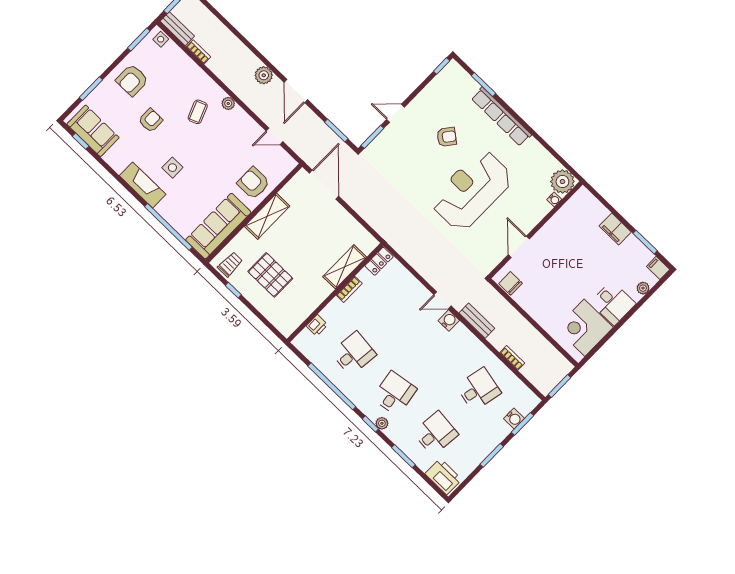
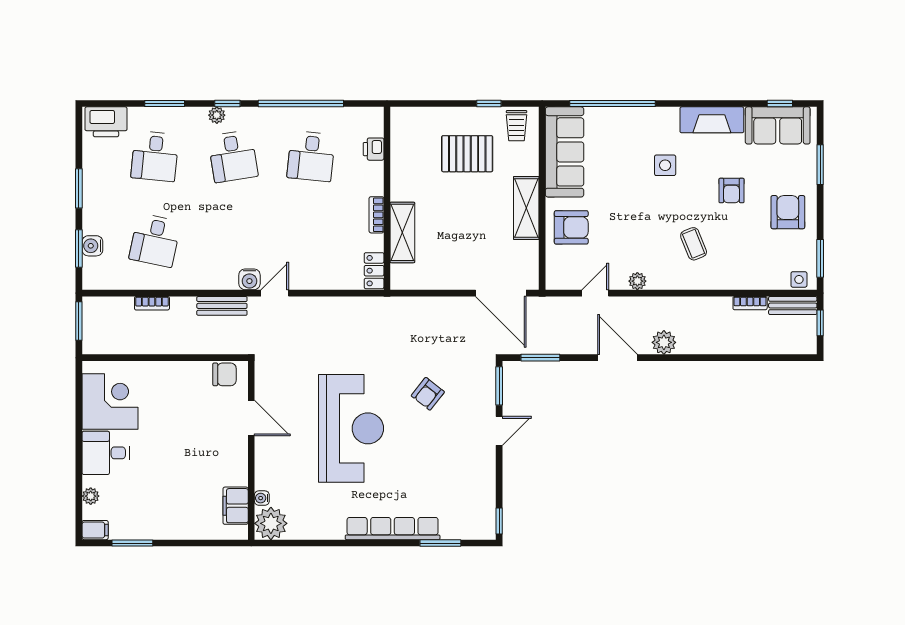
plant: (228, 103) -> (637, 281), moved
armchair: (447, 137) -> (428, 394), moved
fireplace: (143, 185) -> (712, 120), moved
filing cabinet: (615, 229) -> (236, 506), moved, turned -90

